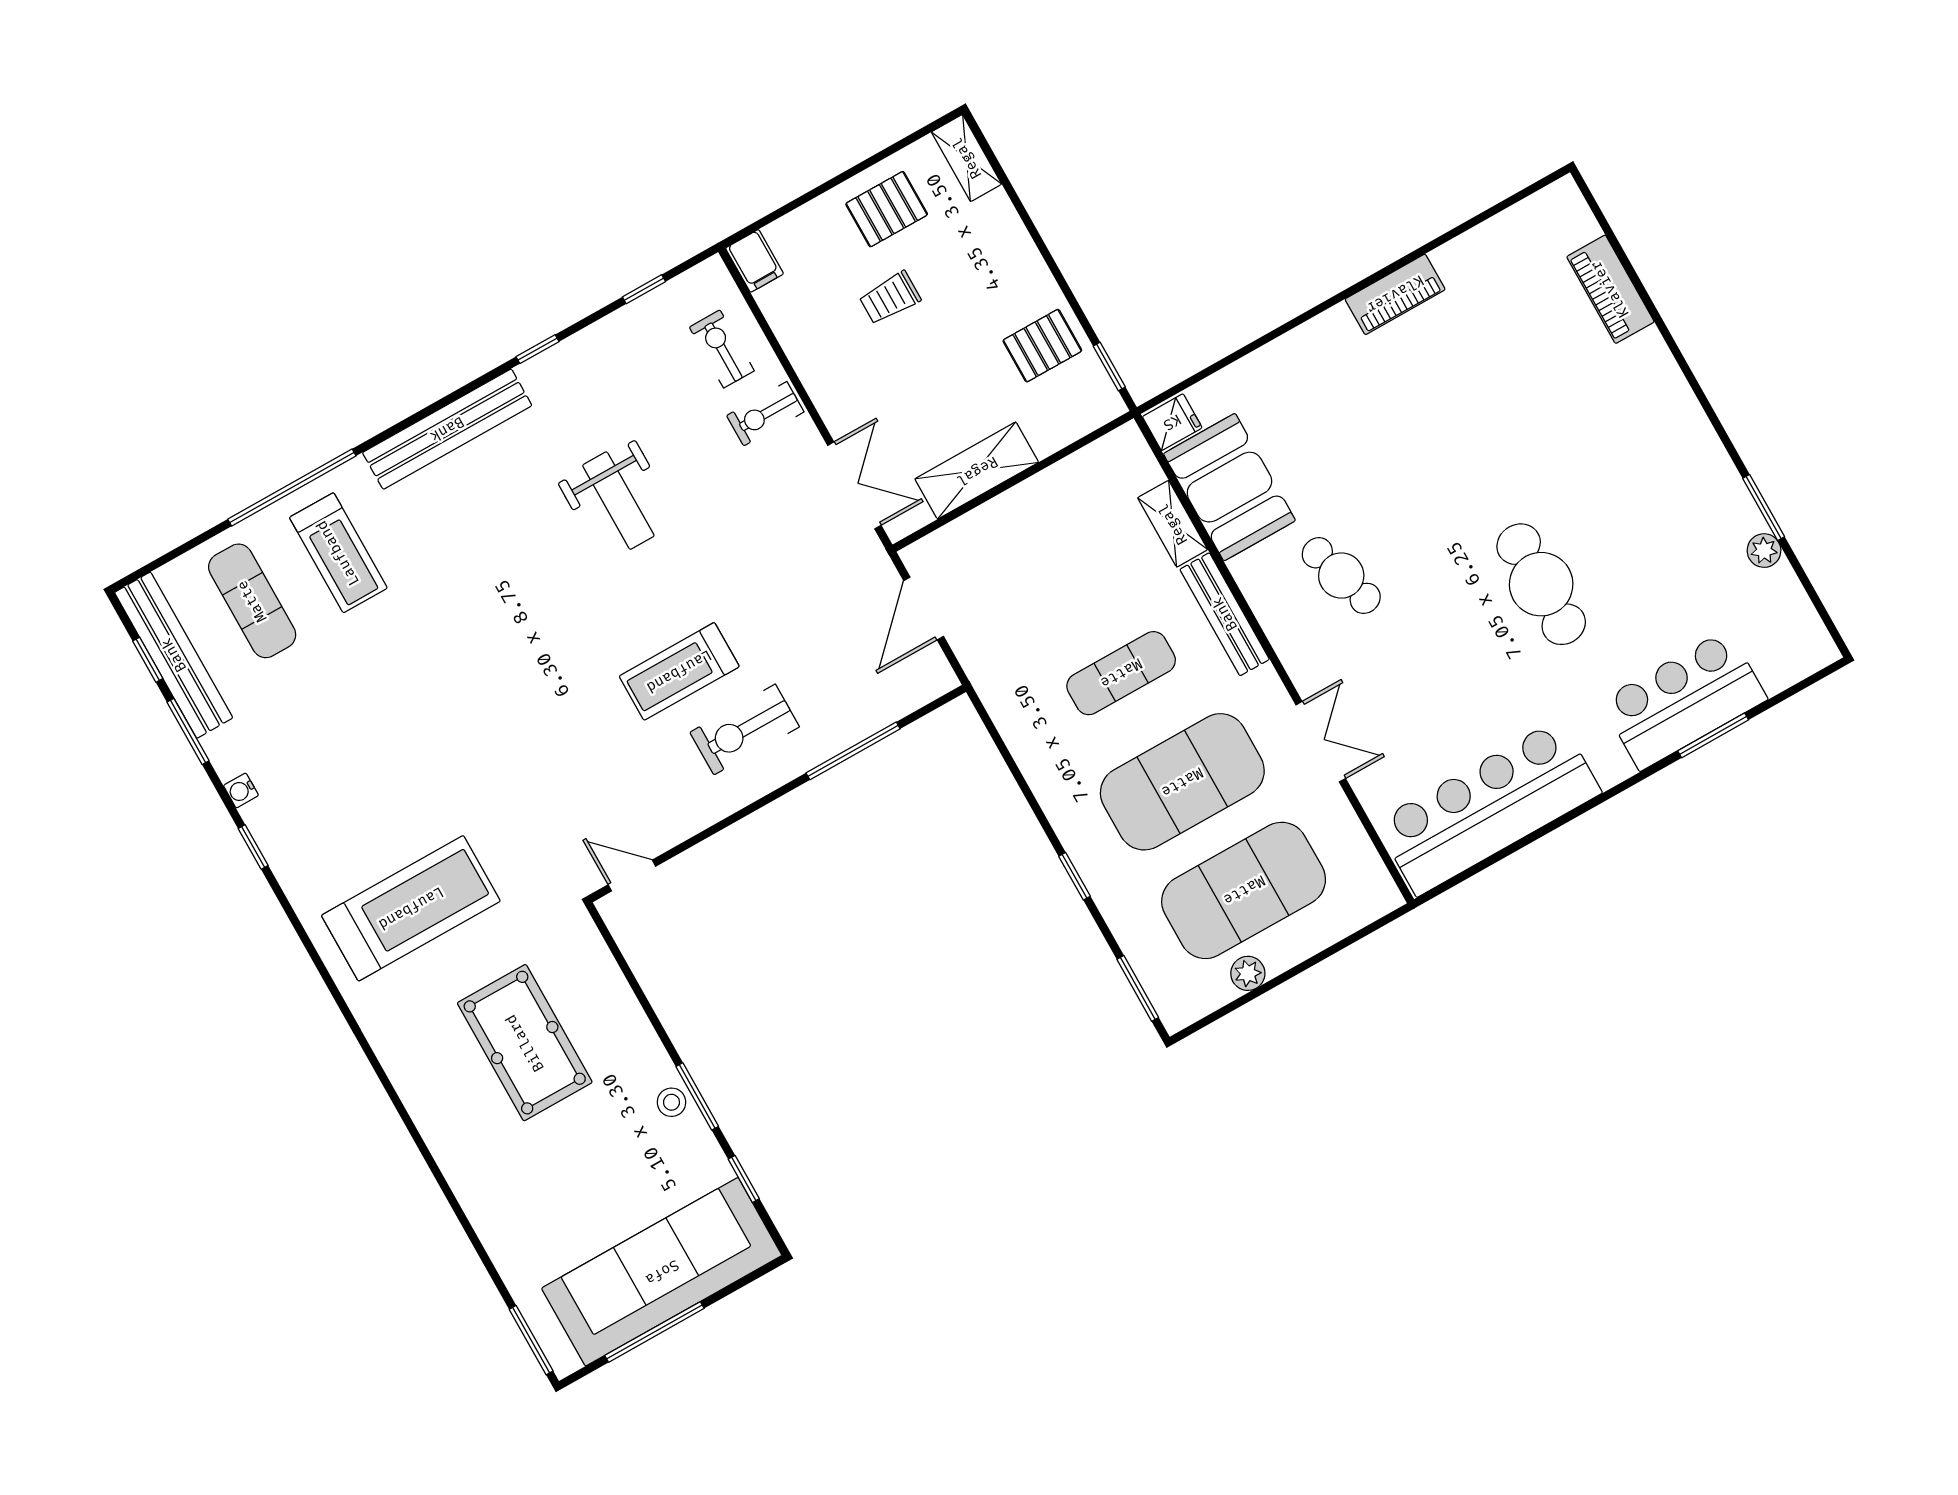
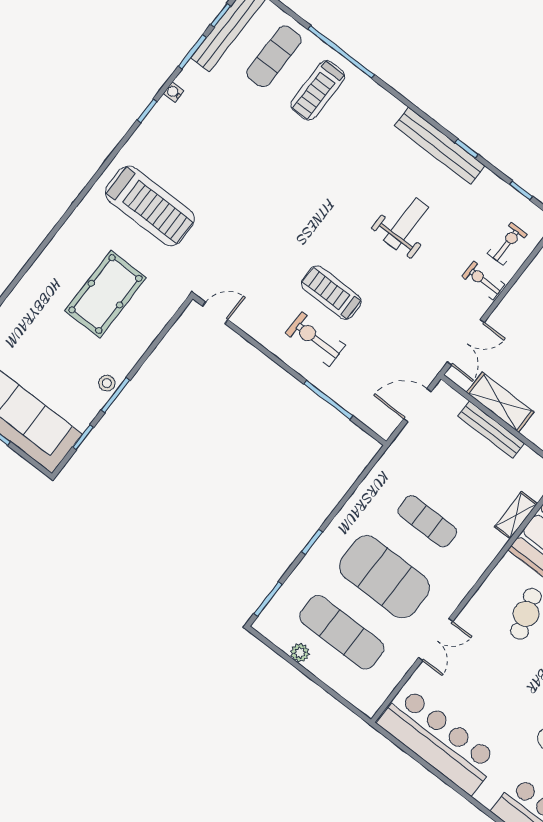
bench: (447, 429) -> (440, 146), moved
weight bench: (618, 501) -> (406, 224), turned 180
bench: (1225, 614) -> (491, 430), moved, turned 90
door: (632, 876) -> (215, 313), hinge flipped
exercise mat: (1244, 890) -> (342, 632), width x0.68

